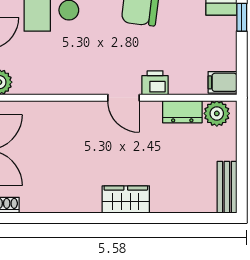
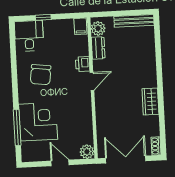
bench: (227, 187) -> (134, 21), width x1.36
wardrobe: (126, 199) -> (150, 101), moved

